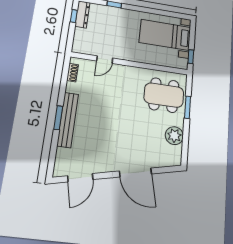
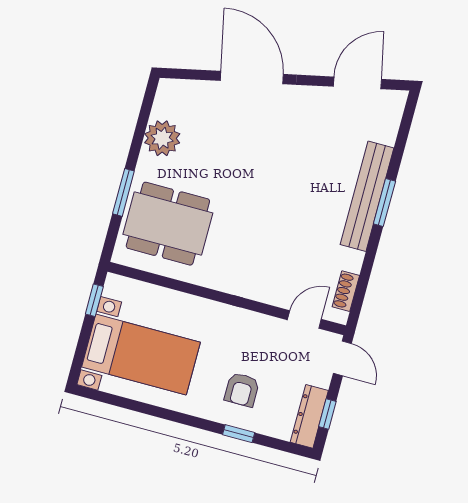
armchair: (116, 24) -> (242, 390), added
door: (70, 41) -> (342, 358), added
door: (105, 60) -> (304, 319), moved

